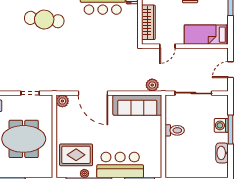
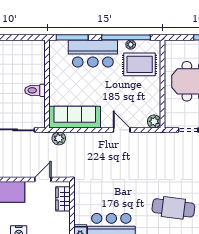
wardrobe: (148, 22) -> (63, 199), width x0.67
door: (93, 93) -> (122, 130), width x0.53

